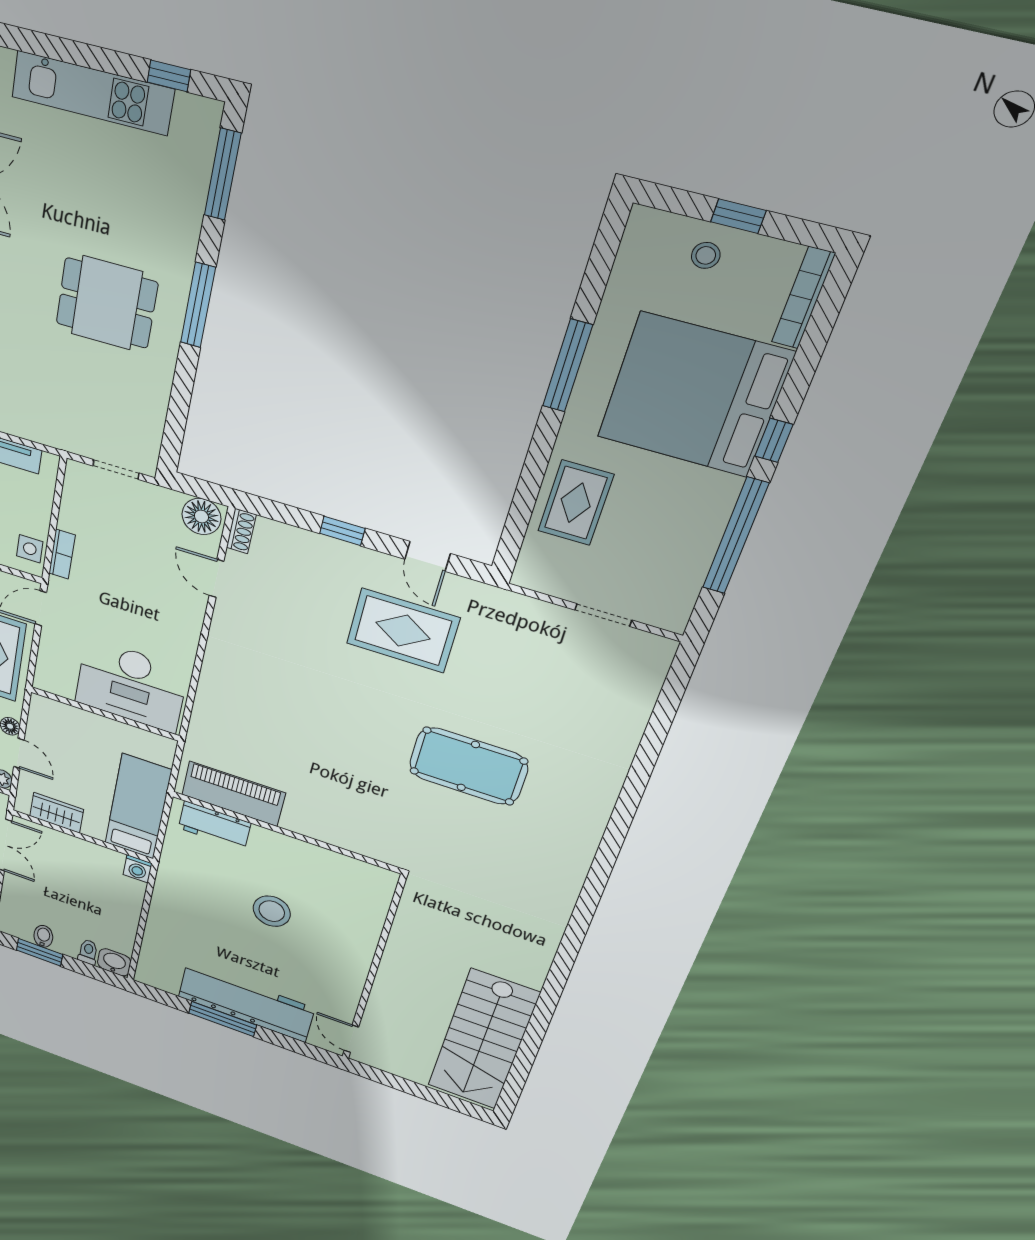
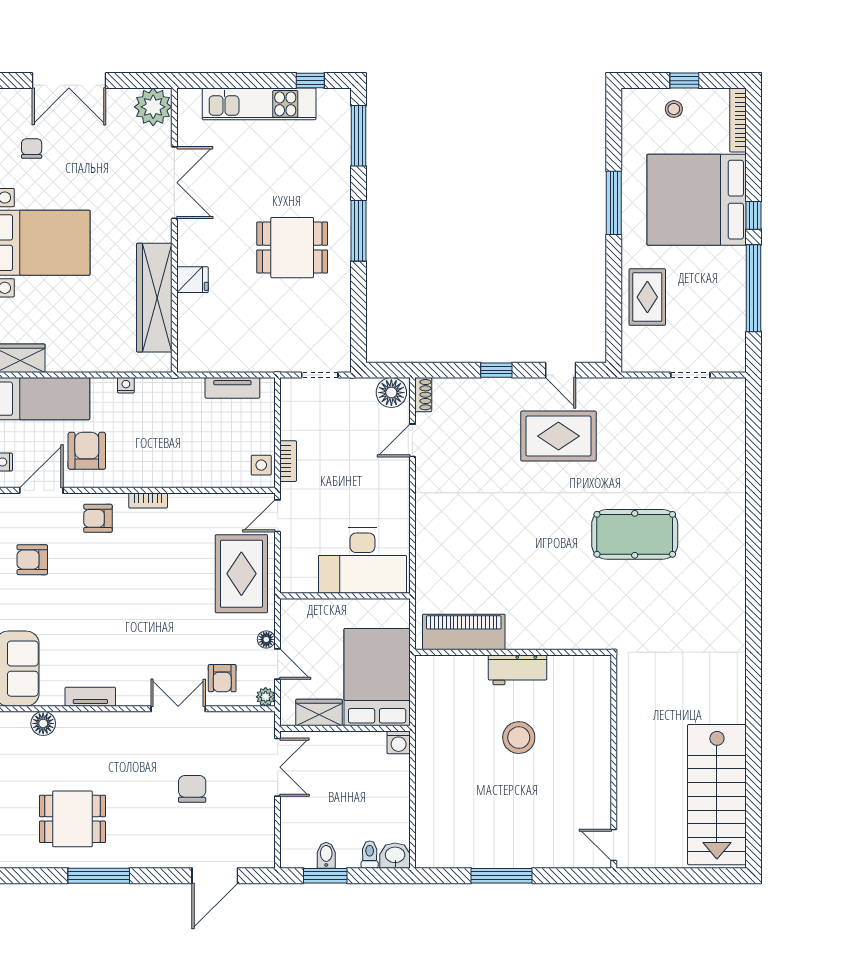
door: (216, 578) -> (412, 440), hinge flipped
bed: (138, 807) -> (377, 677), width x1.50
workbench: (214, 826) -> (518, 670), moved
workbench: (246, 1002) -> (518, 847), removed

